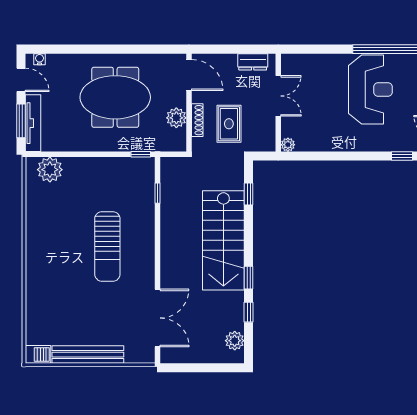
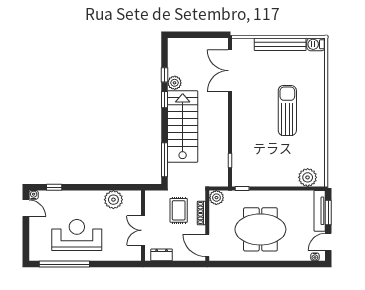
door: (21, 80) -> (328, 242), hinge flipped
reception desk: (370, 89) -> (77, 235), turned 90
plant: (176, 118) -> (216, 198), moved
plant: (288, 145) -> (113, 200), moved, width x1.88, depth x1.88
window: (249, 194) -> (165, 160), width x2.17
sun lounger: (107, 246) -> (287, 111), moved
plant: (235, 341) -> (175, 83), moved

